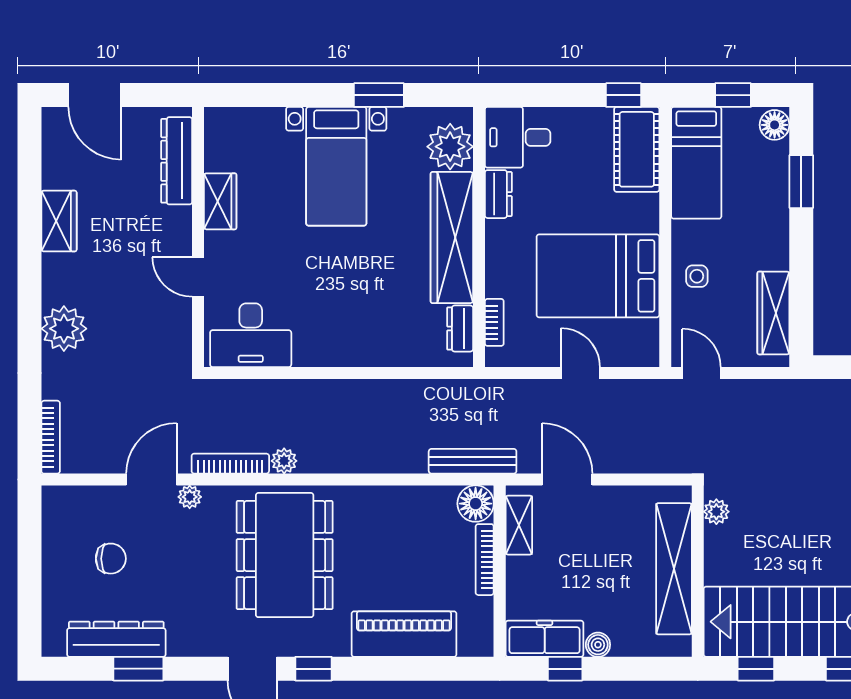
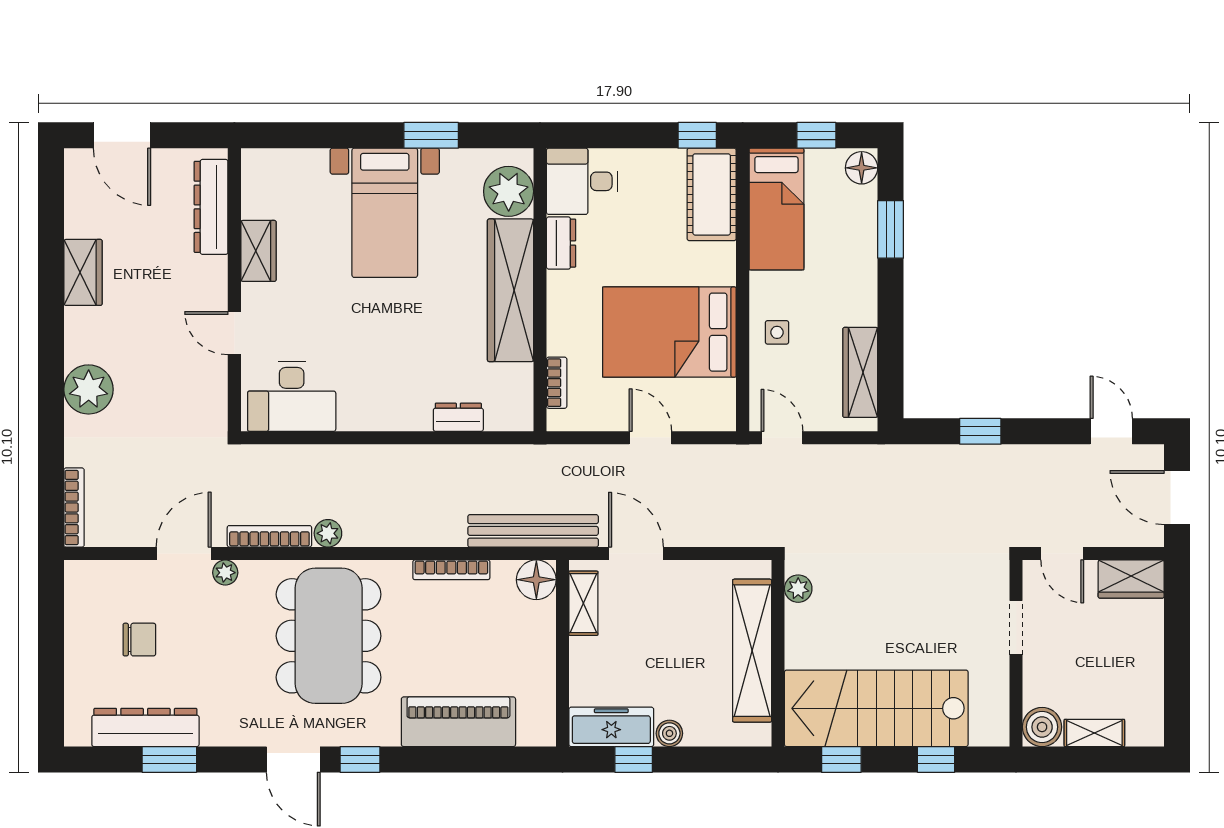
dresser: (460, 329) -> (458, 417), moved, turned 90
bench: (473, 461) -> (533, 531), width x1.37, depth x1.21
bookcase: (485, 560) -> (451, 570), moved, turned -90

